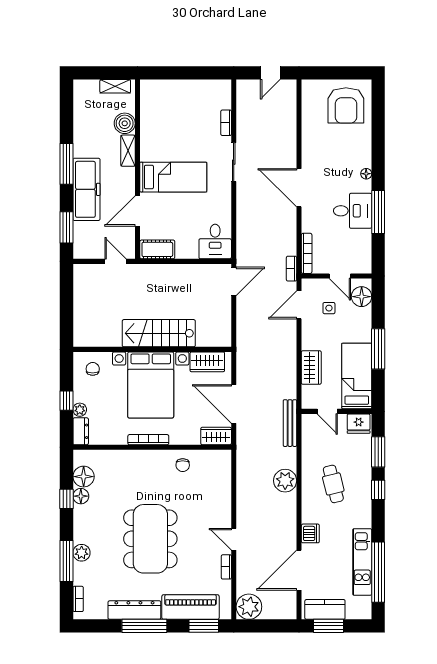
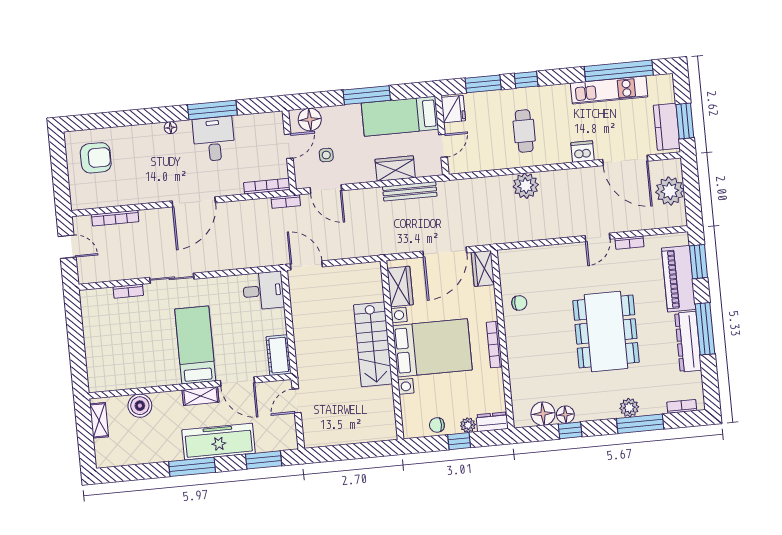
armchair: (346, 105) -> (96, 158), width x0.73, depth x0.73
bookcase: (291, 117) -> (115, 218), added
shelving: (128, 151) -> (201, 396), moved
chair: (93, 369) -> (437, 425), moved
bench: (290, 423) -> (410, 191), moved
cafe table: (333, 484) -> (524, 131), turned -76
dining table: (150, 539) -> (606, 331), turned 90
plant: (249, 607) -> (670, 191), moved

